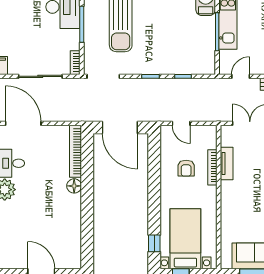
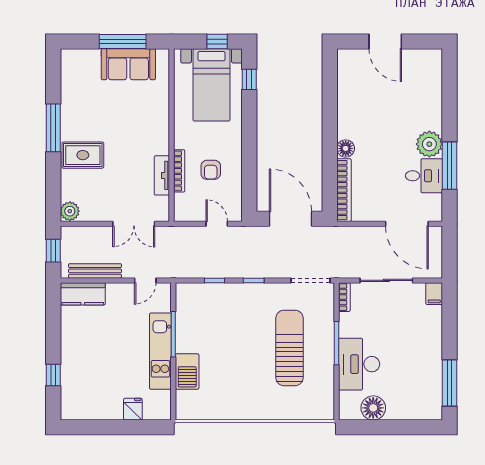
armchair: (186, 168) -> (211, 170), turned 180

